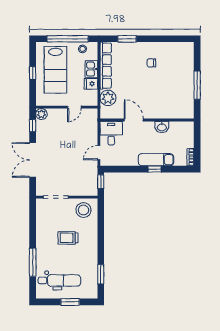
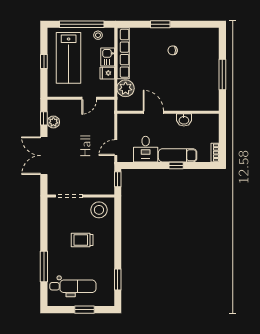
window: (127, 39) -> (160, 24), moved
plant: (41, 114) -> (53, 122), moved
desk: (111, 133) -> (146, 149), moved, turned 180

